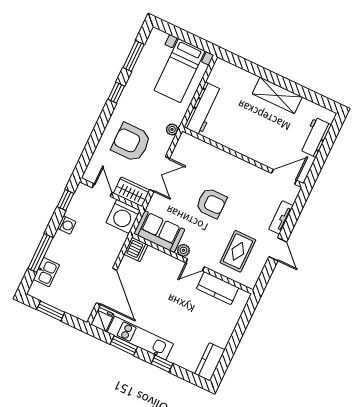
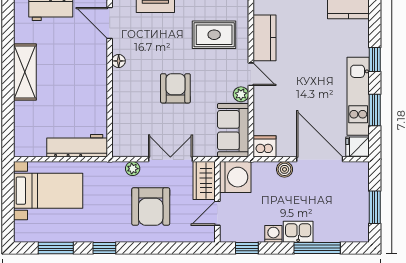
plant: (172, 129) -> (133, 169), moved
floor lamp: (252, 170) -> (119, 61), added
boiler: (111, 256) -> (285, 169), added
kitchen sink: (46, 272) -> (298, 232), moved
door: (106, 286) -> (320, 159), hinge flipped

